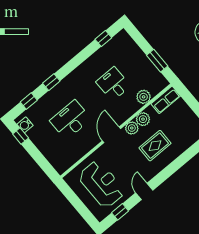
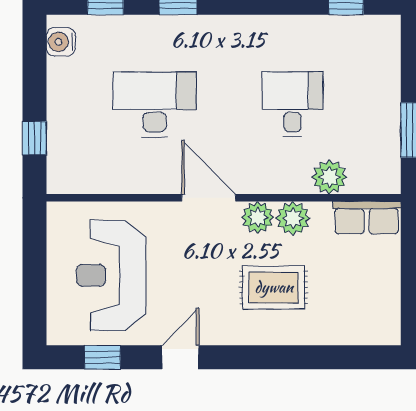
door: (112, 135) -> (209, 198), hinge flipped
window: (21, 136) -> (34, 138), moved
reception desk: (101, 184) -> (111, 275), turned 180

